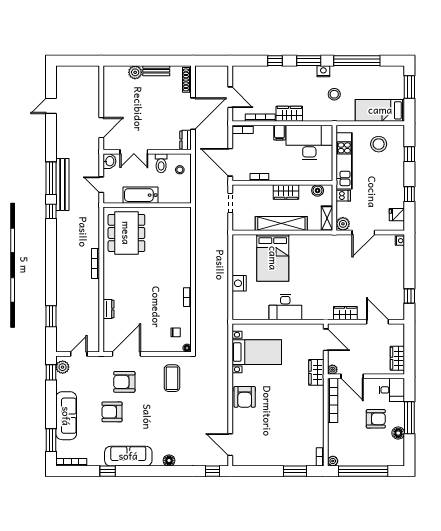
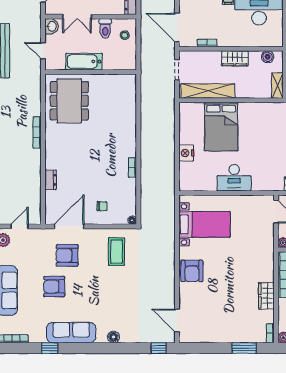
shelving: (281, 224) -> (208, 91), moved
chair: (176, 332) -> (102, 206), moved
wardrobe: (316, 372) -> (266, 296), moved

